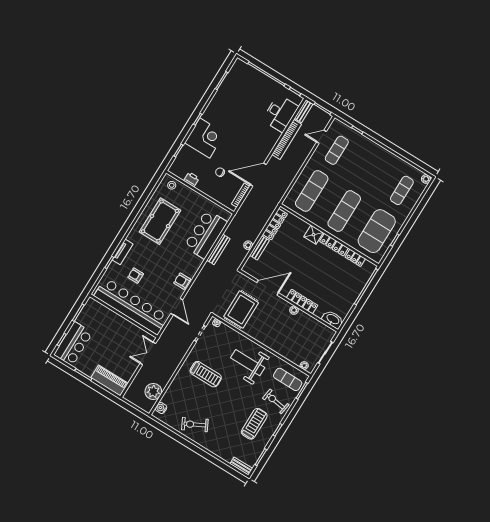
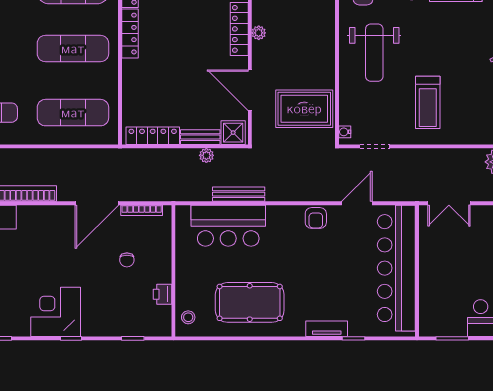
corner desk: (205, 138) -> (56, 312), moved
door: (258, 175) -> (97, 203), hinge flipped
shower: (314, 235) -> (233, 133), moved
armchair: (136, 276) -> (349, 289), removed
treadmill: (206, 374) -> (428, 102), turned 180

